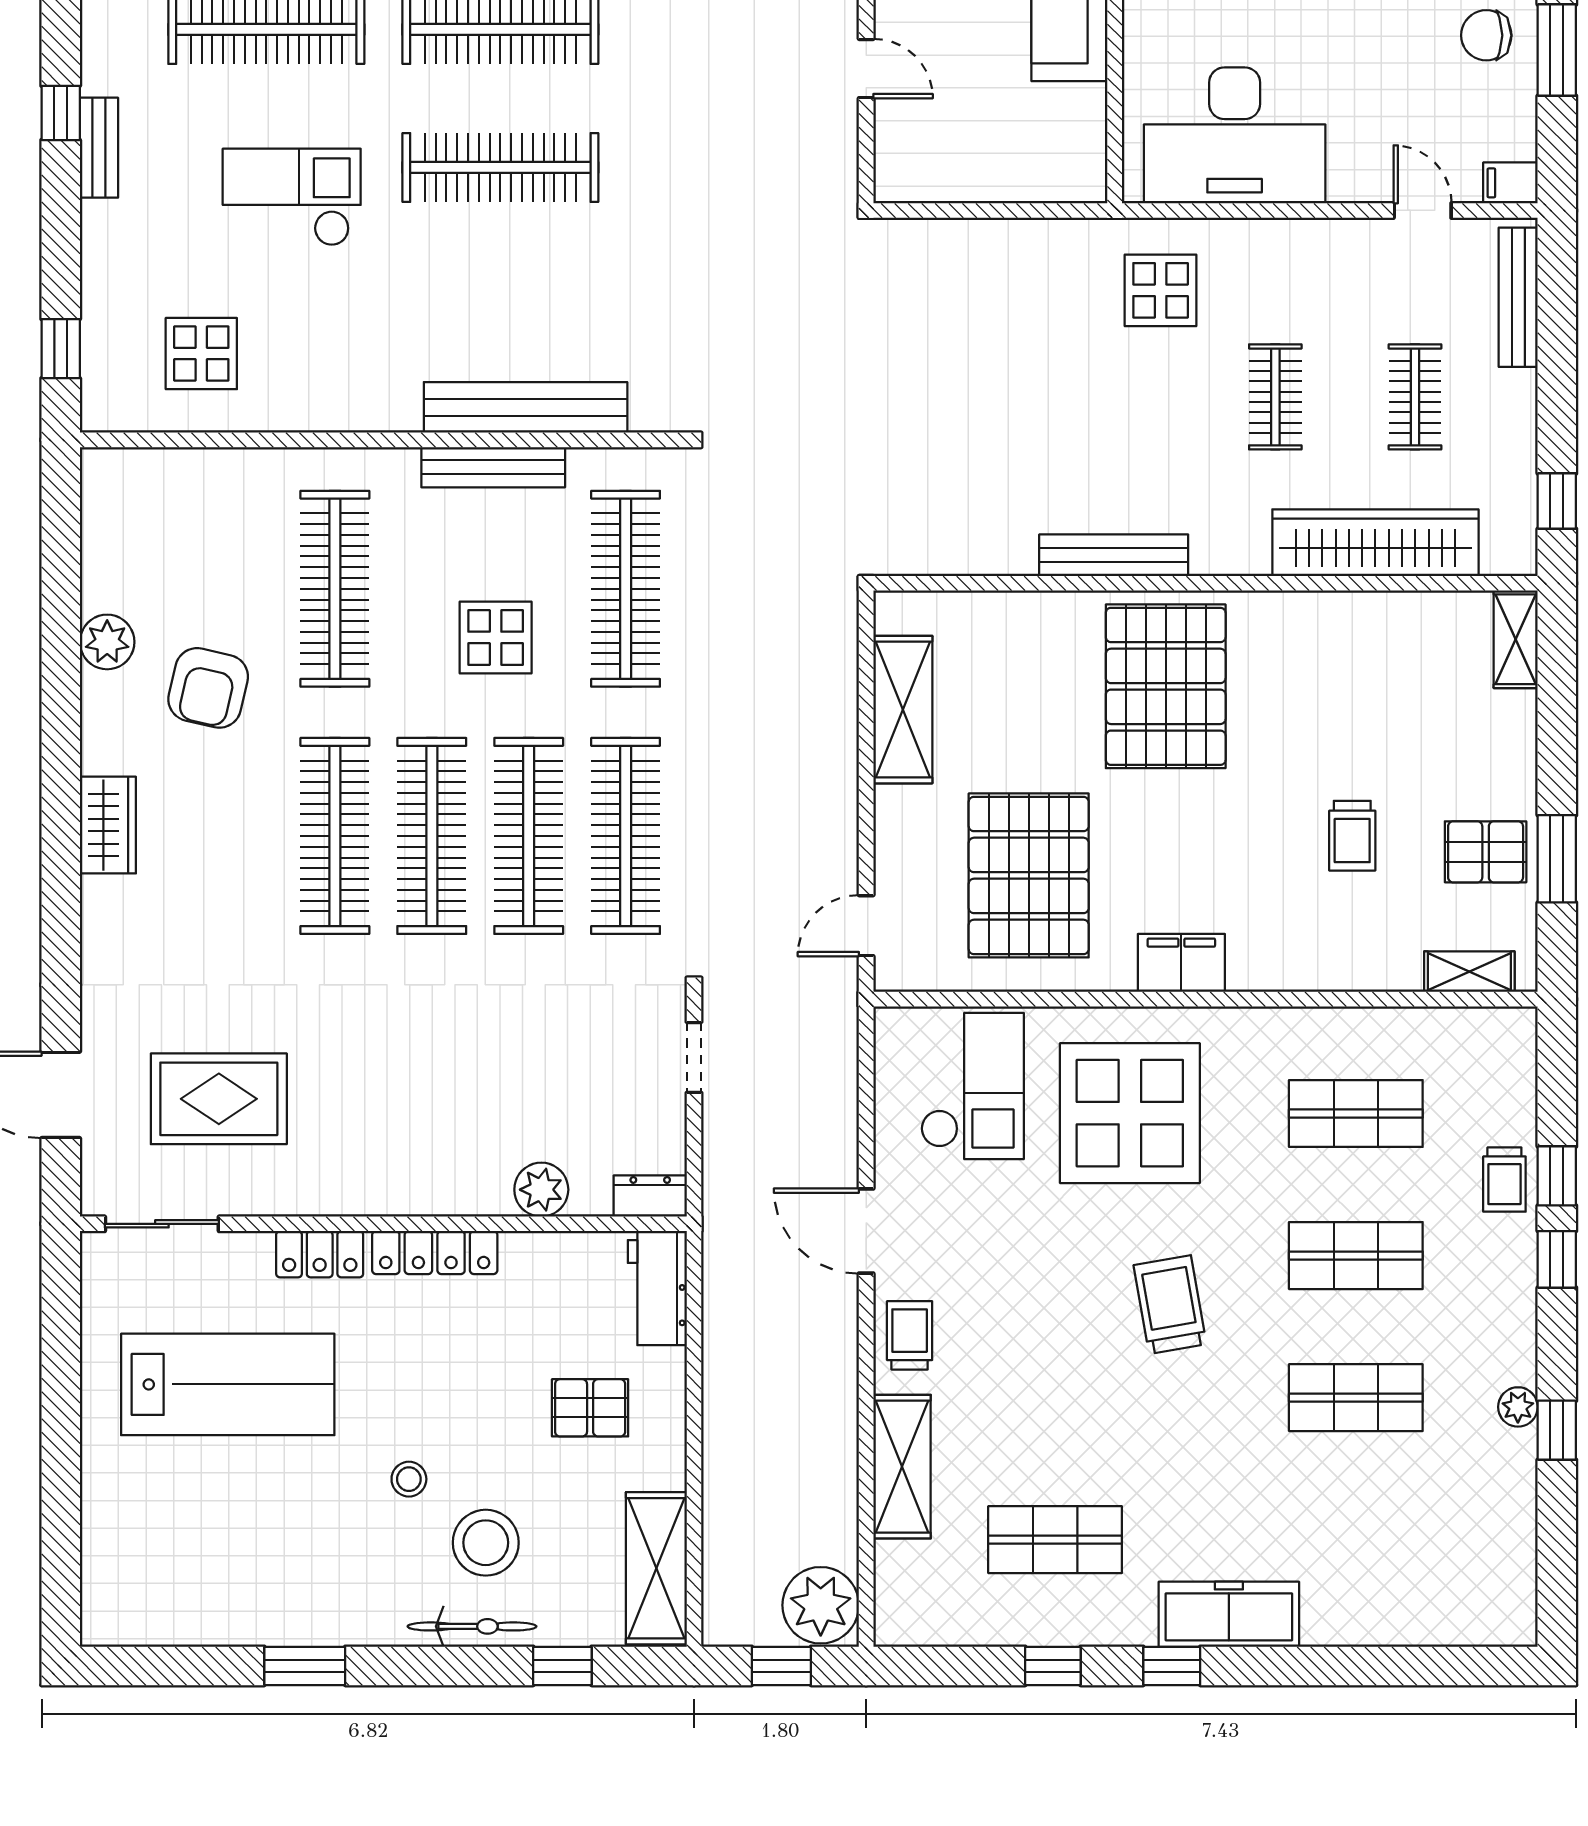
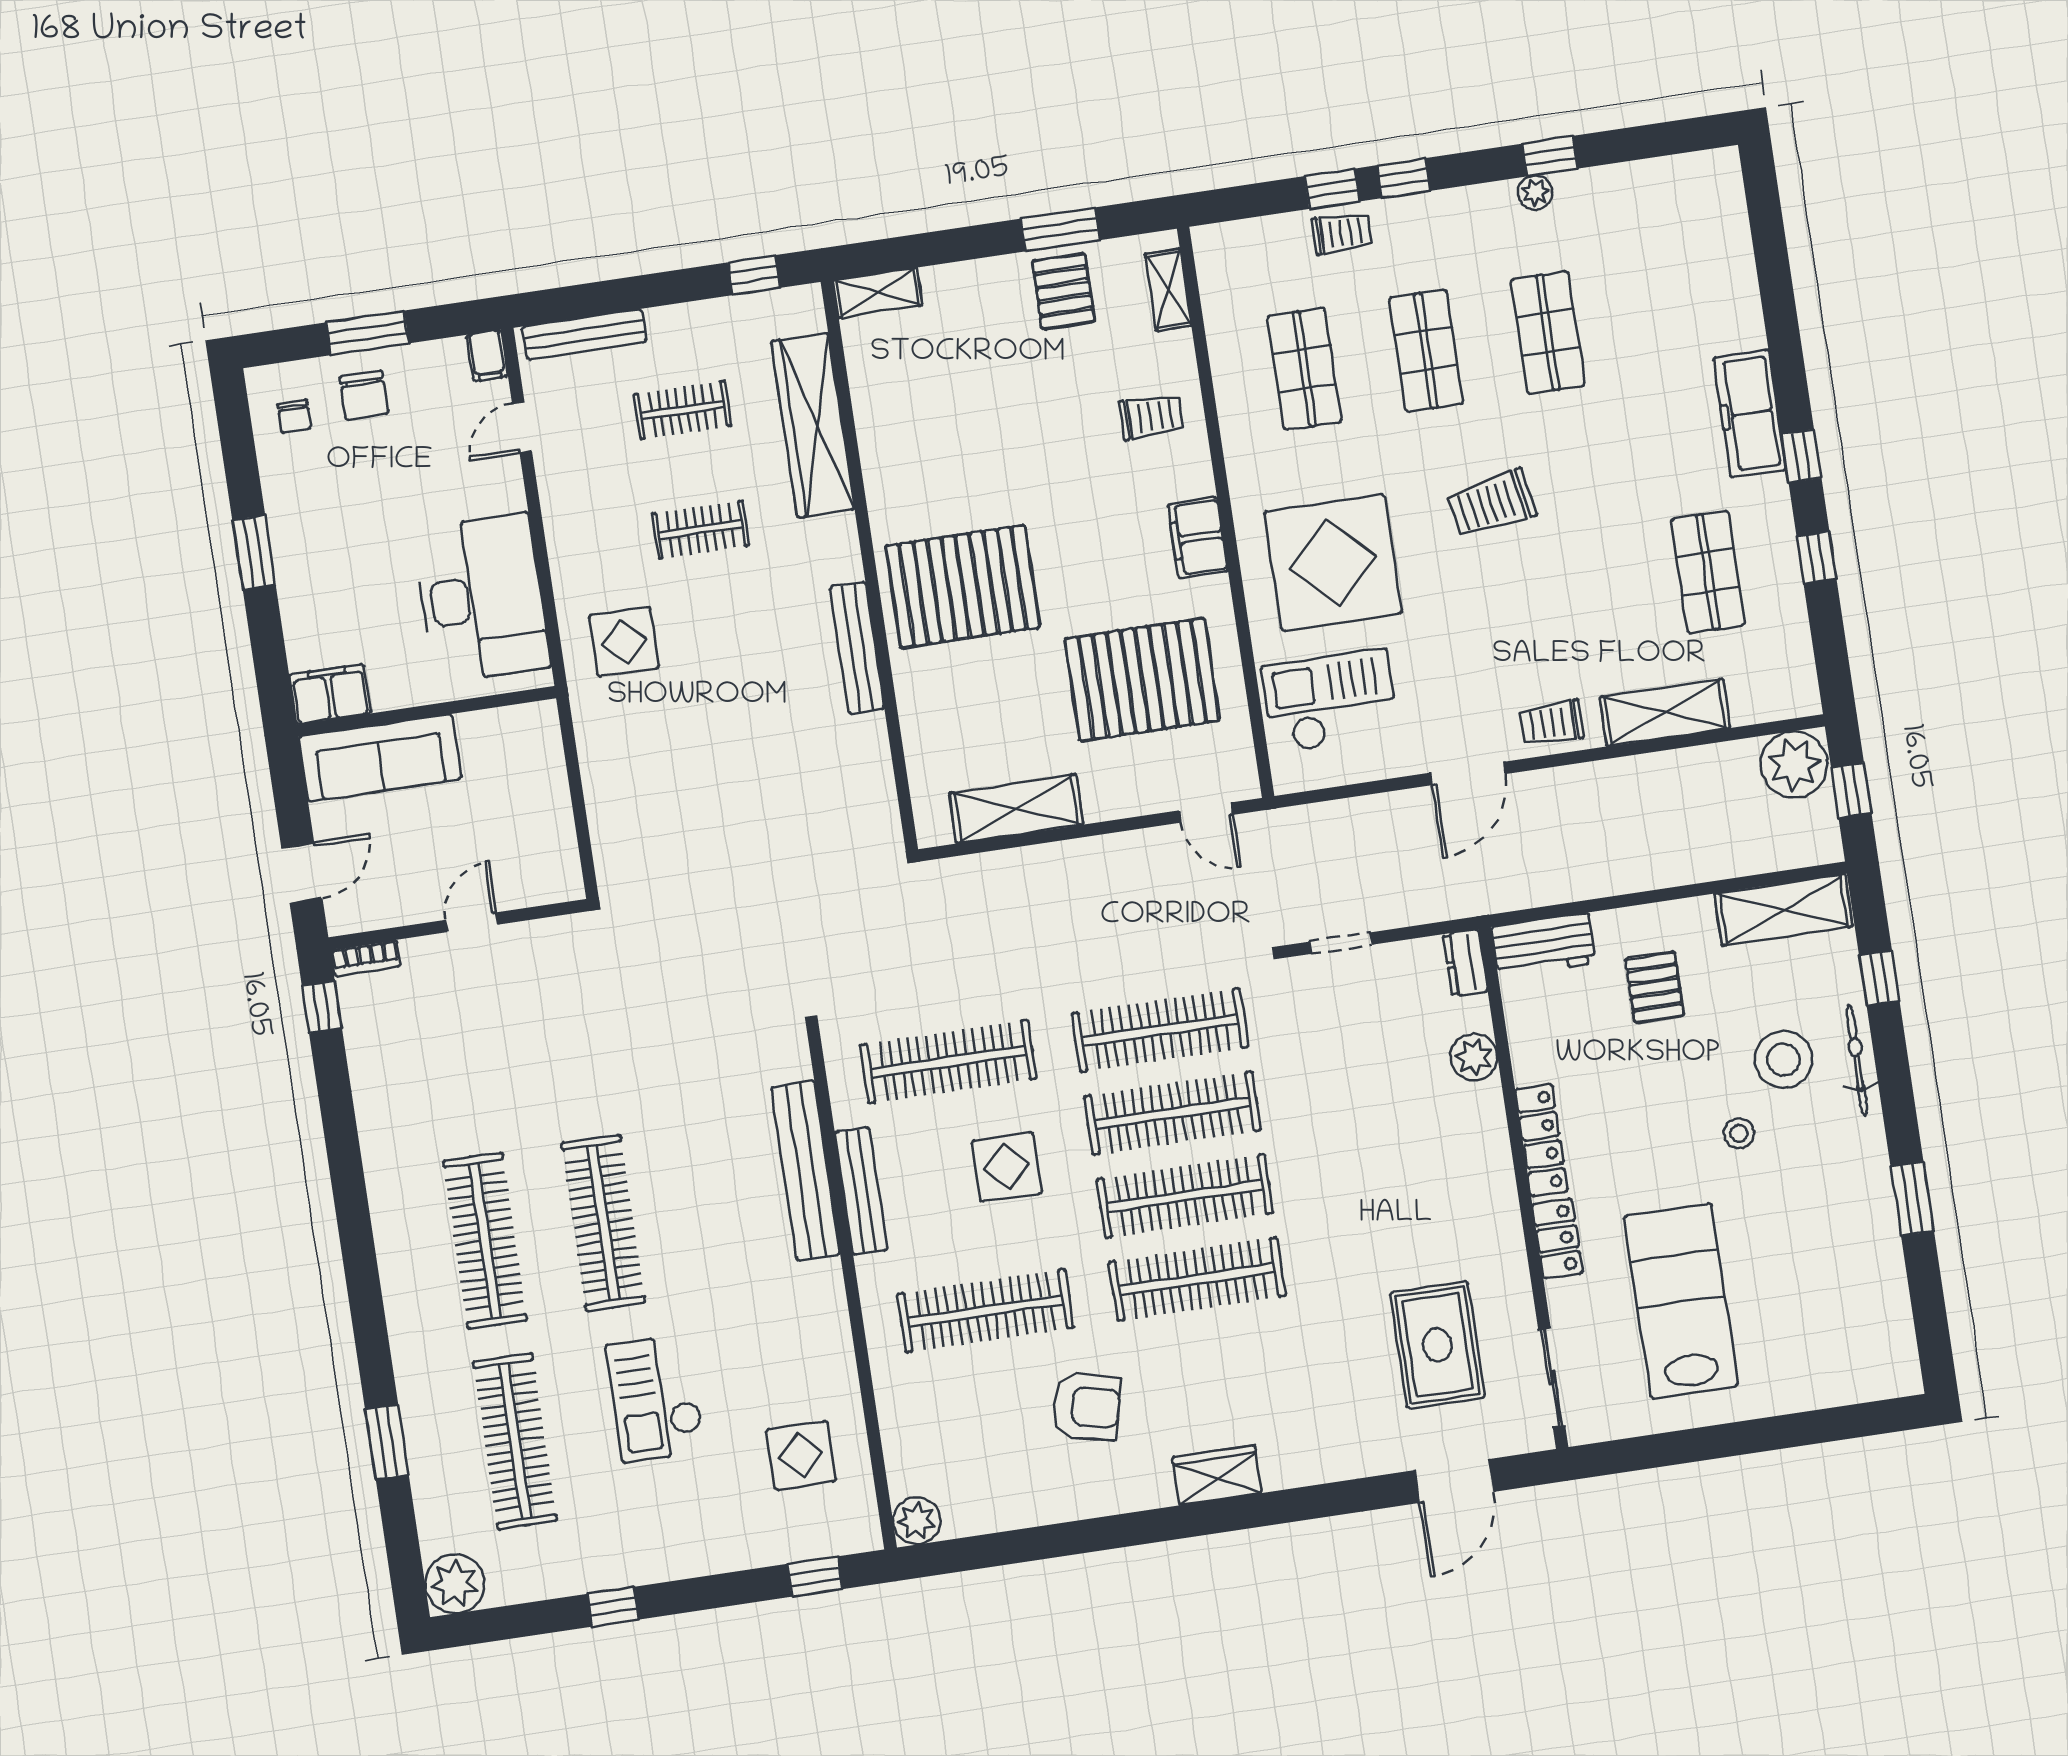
bench: (99, 148) -> (638, 1569), removed
plant: (107, 642) -> (917, 1521), moved
trolley: (1352, 836) -> (1151, 417), moved

